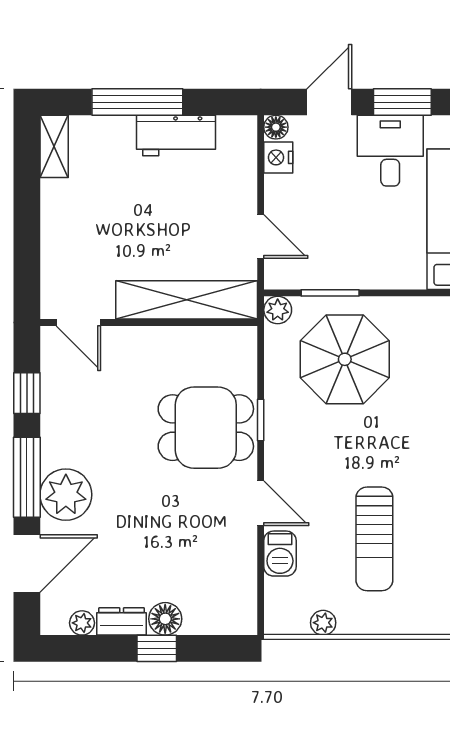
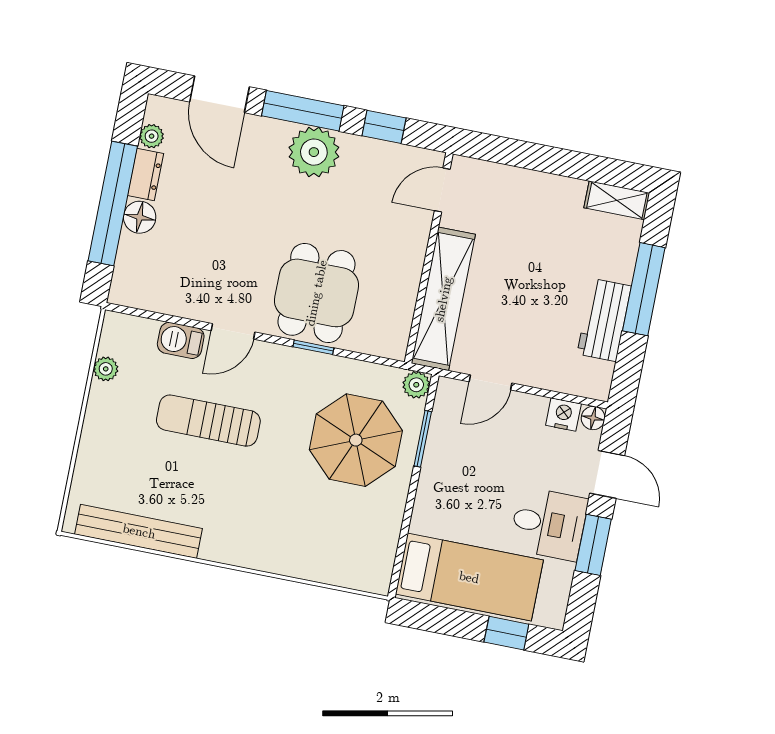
plant: (66, 495) -> (314, 152), moved
sun lounger: (374, 539) -> (208, 421), moved
window: (157, 648) -> (113, 203), width x3.17

